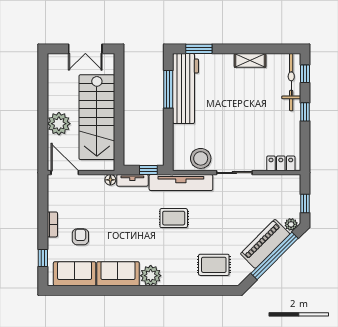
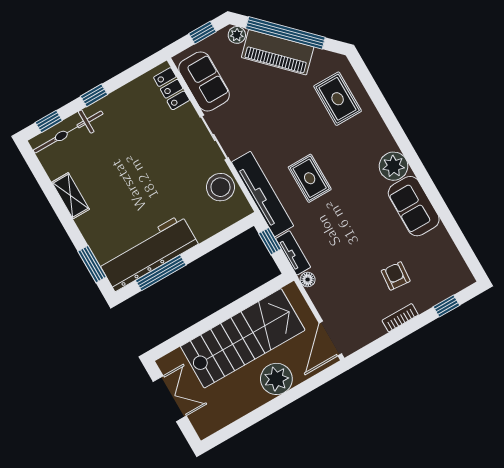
armchair: (80, 237) -> (396, 276), turned 95
sofa: (75, 274) -> (204, 81), moved, turned 180

